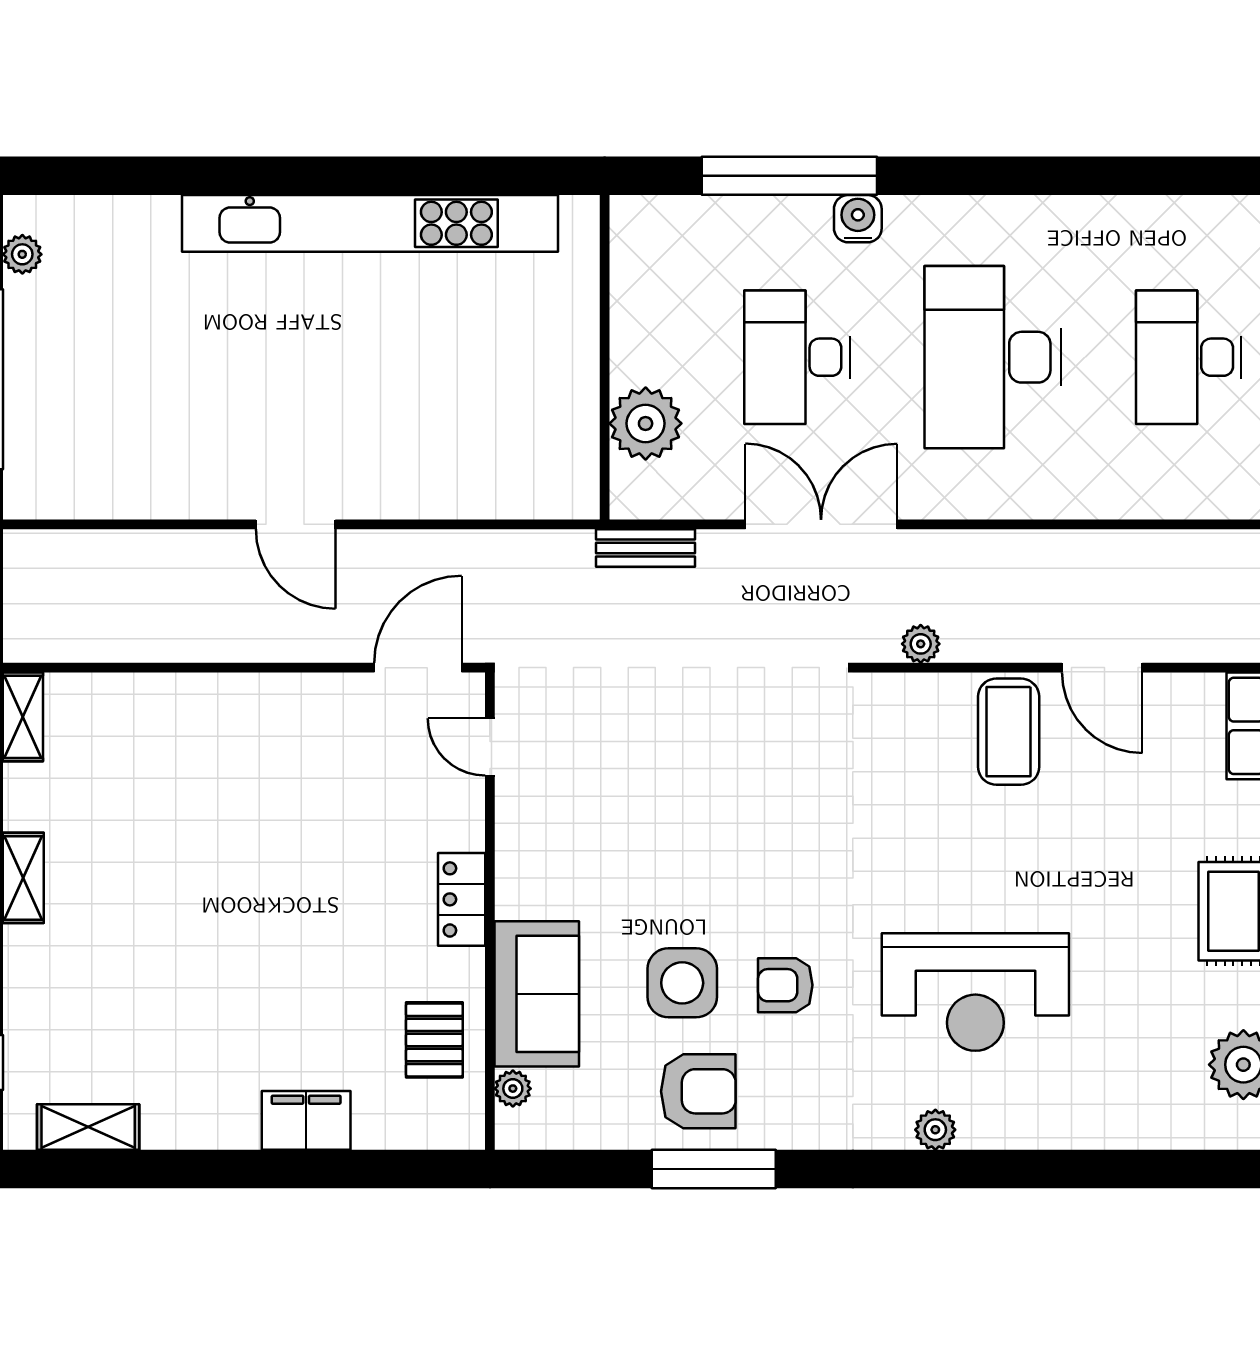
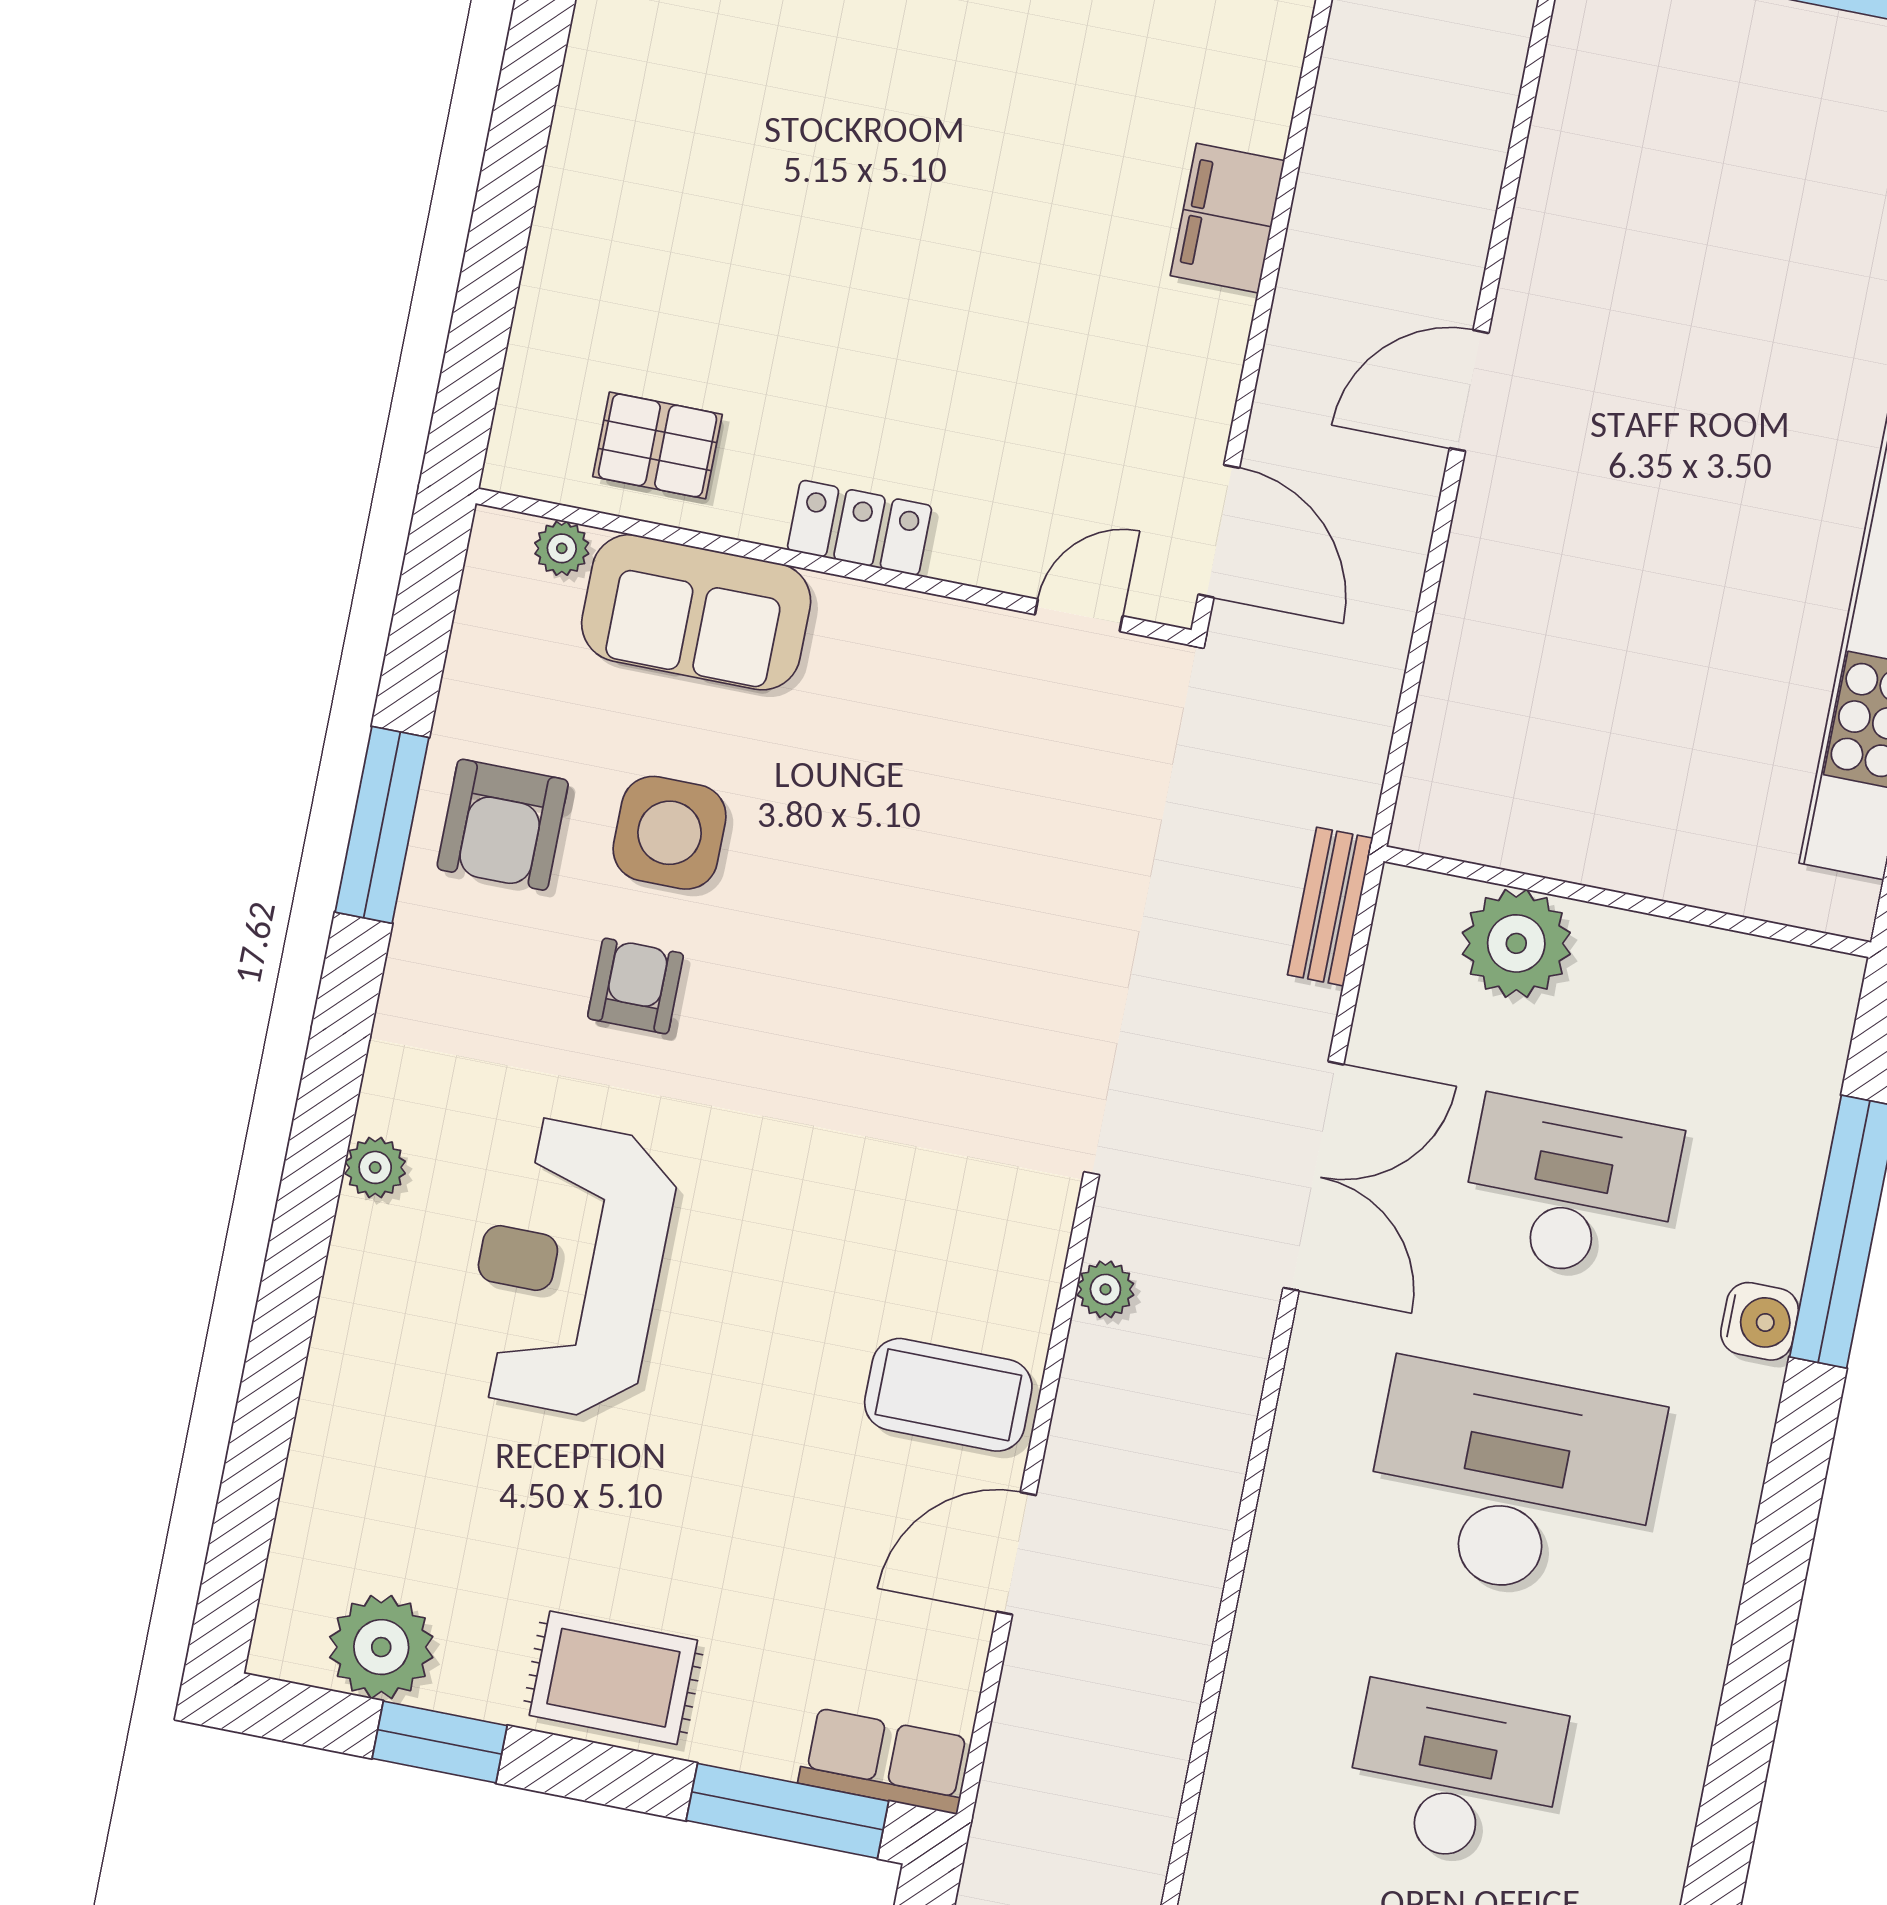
filing cabinet: (306, 1120) -> (1227, 218), moved, turned 180

